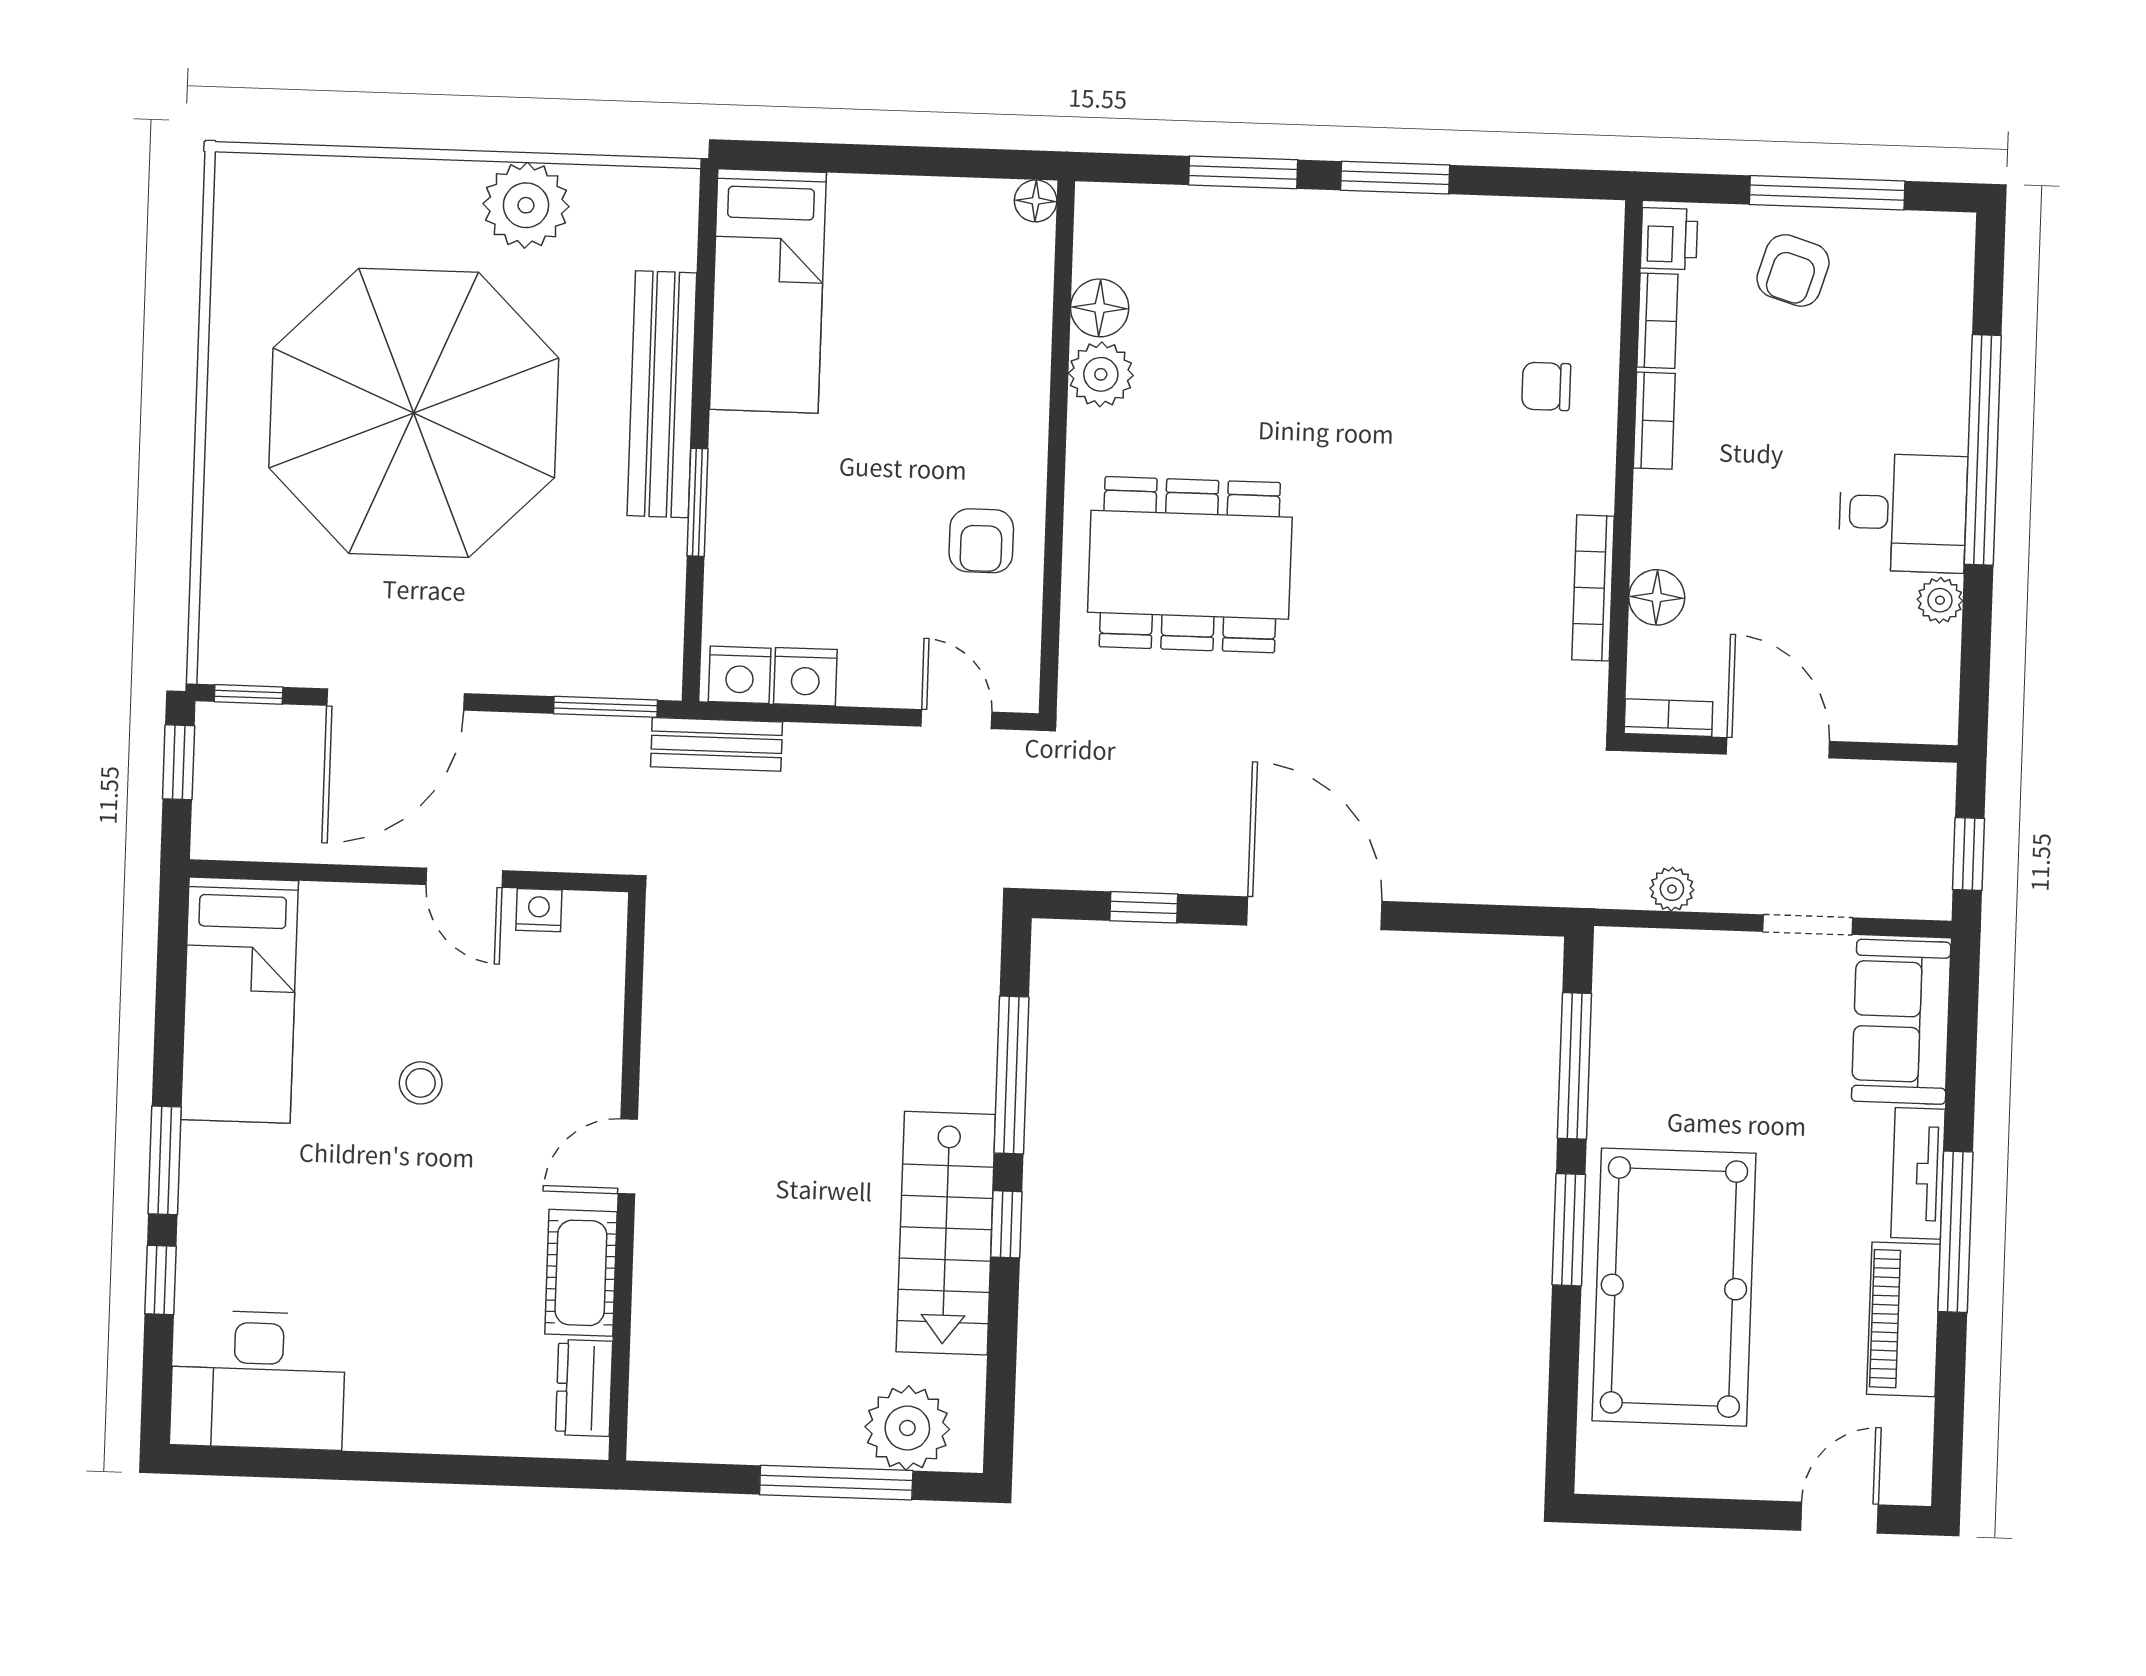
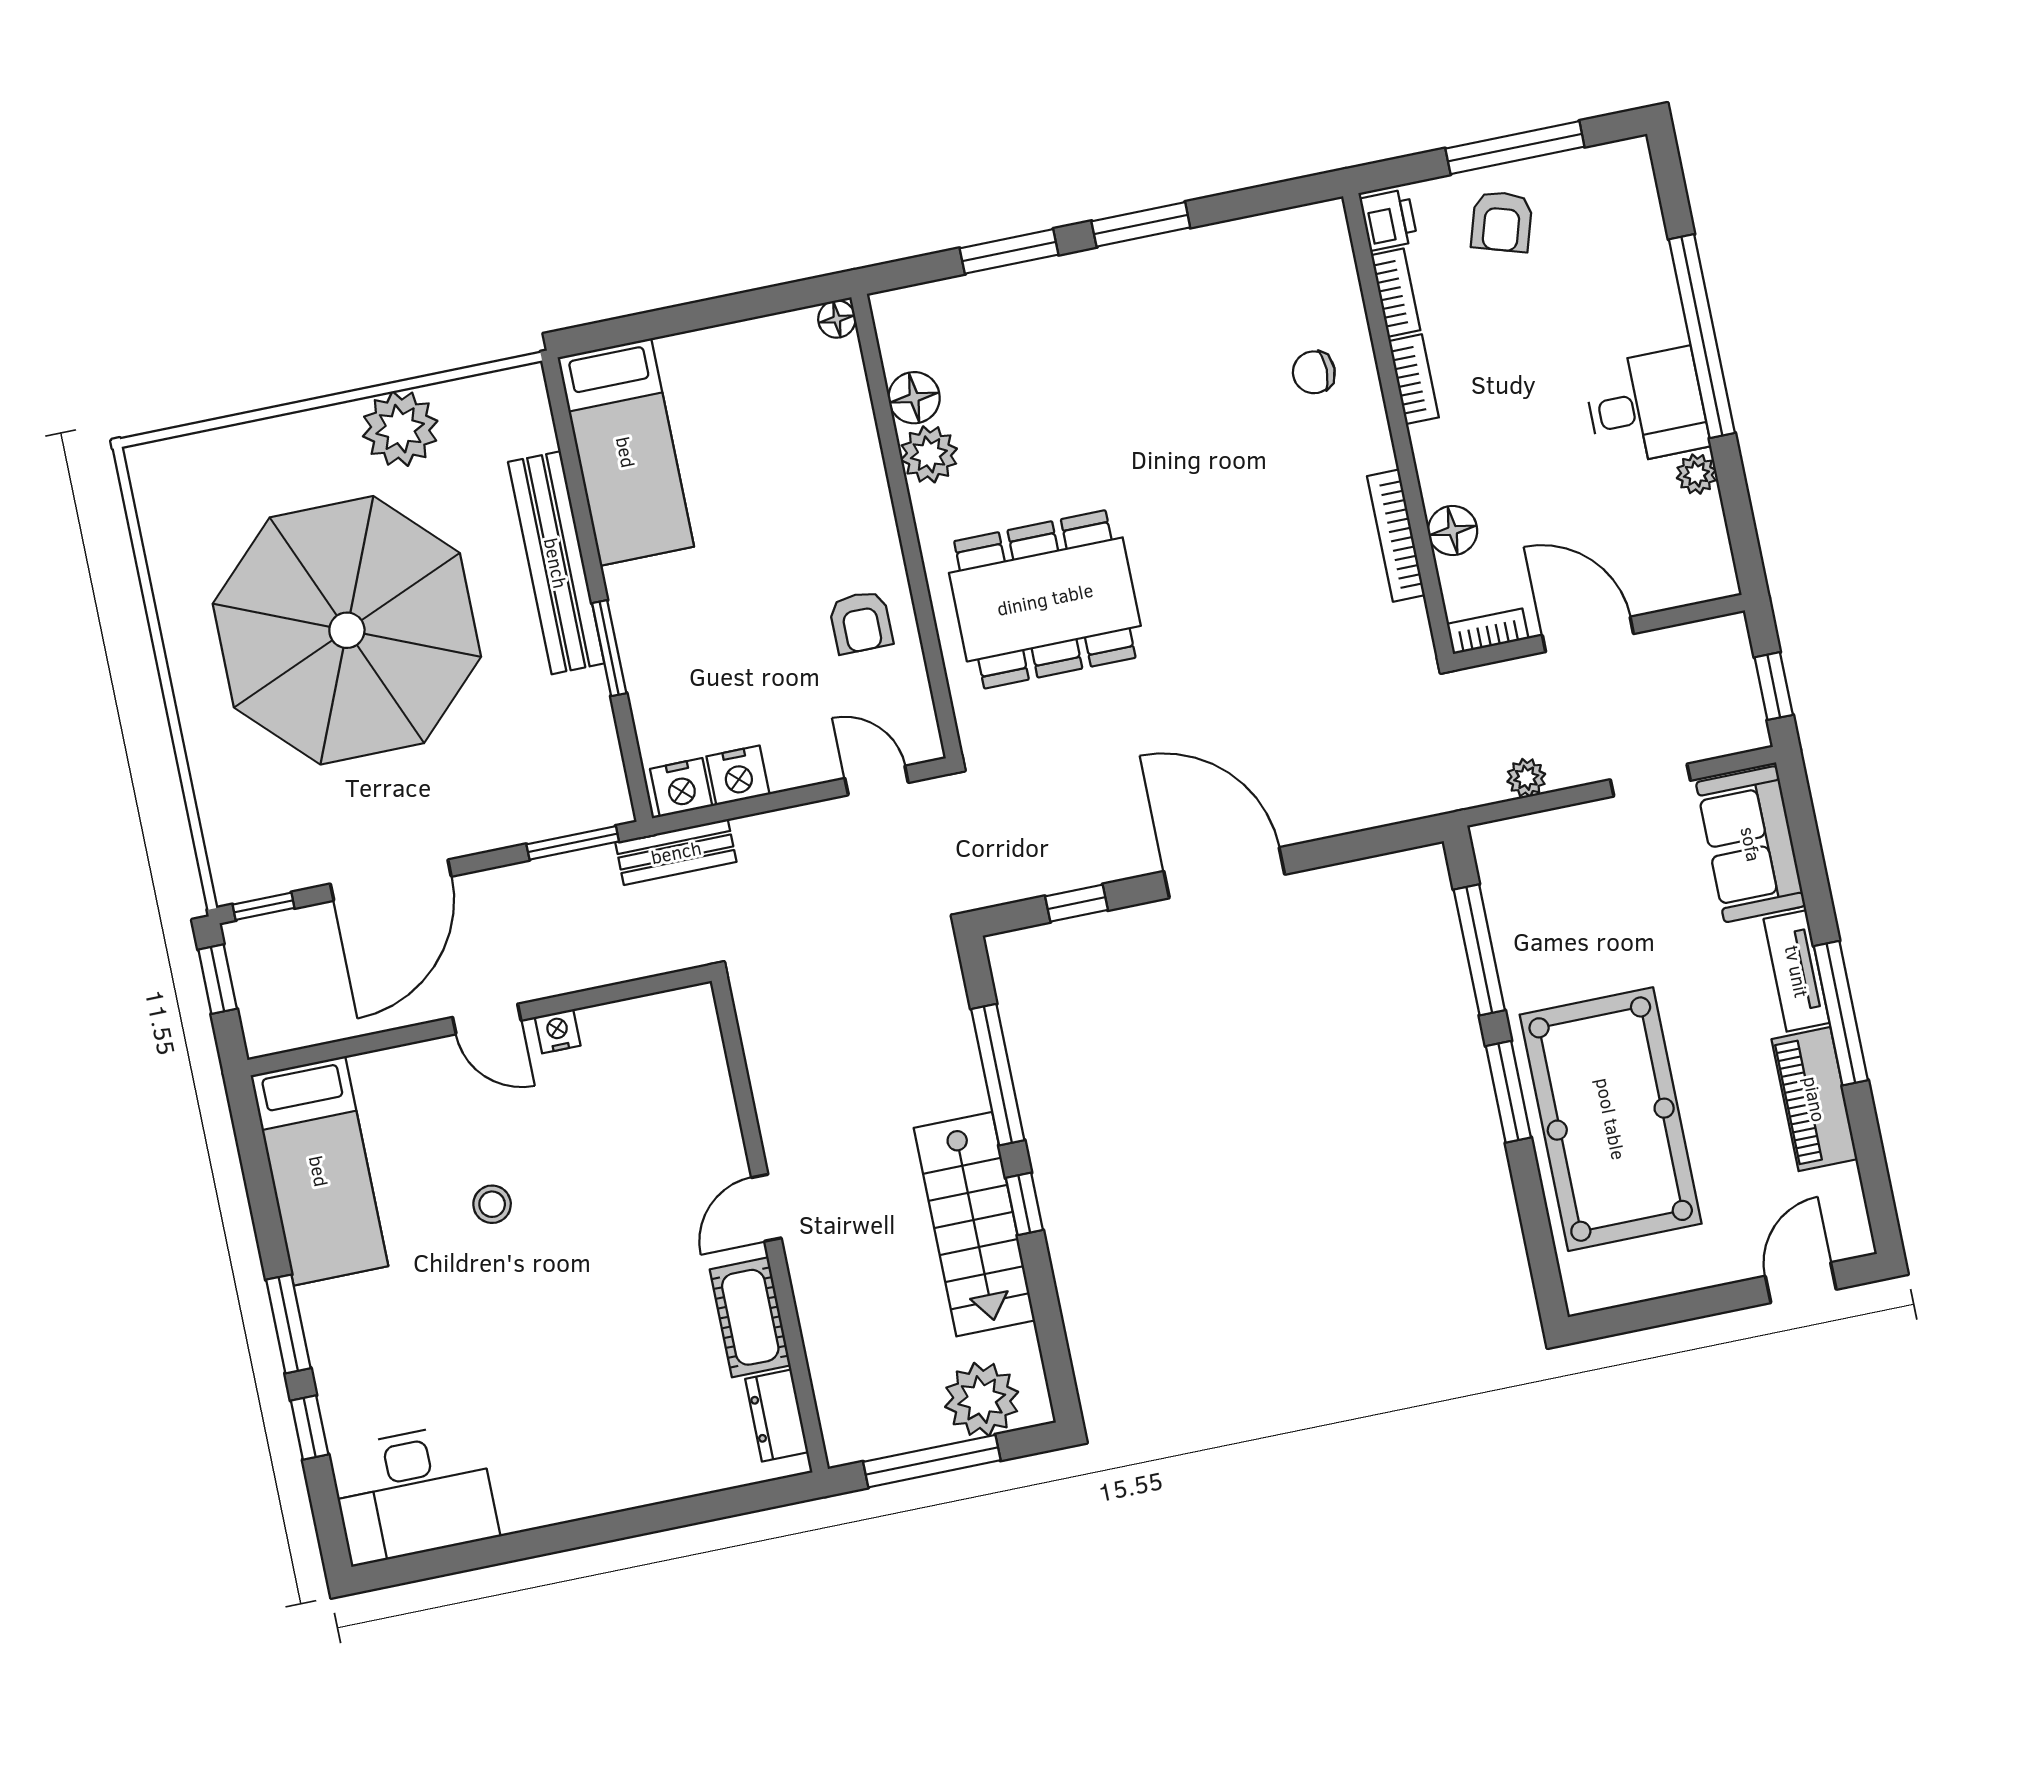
door: (628, 1157) -> (766, 1208), moved
wall: (627, 1176) -> (770, 1225), moved
cot: (581, 1273) -> (750, 1317), moved
dresser: (584, 1388) -> (777, 1416), moved

